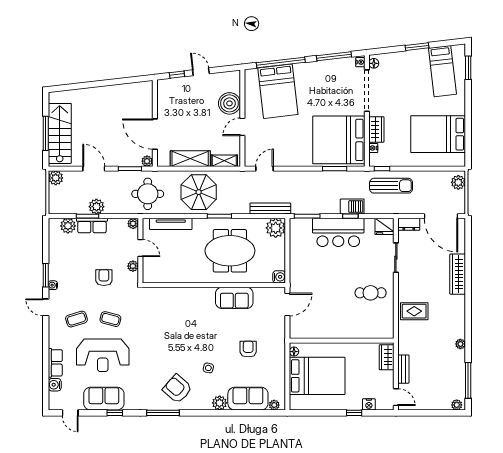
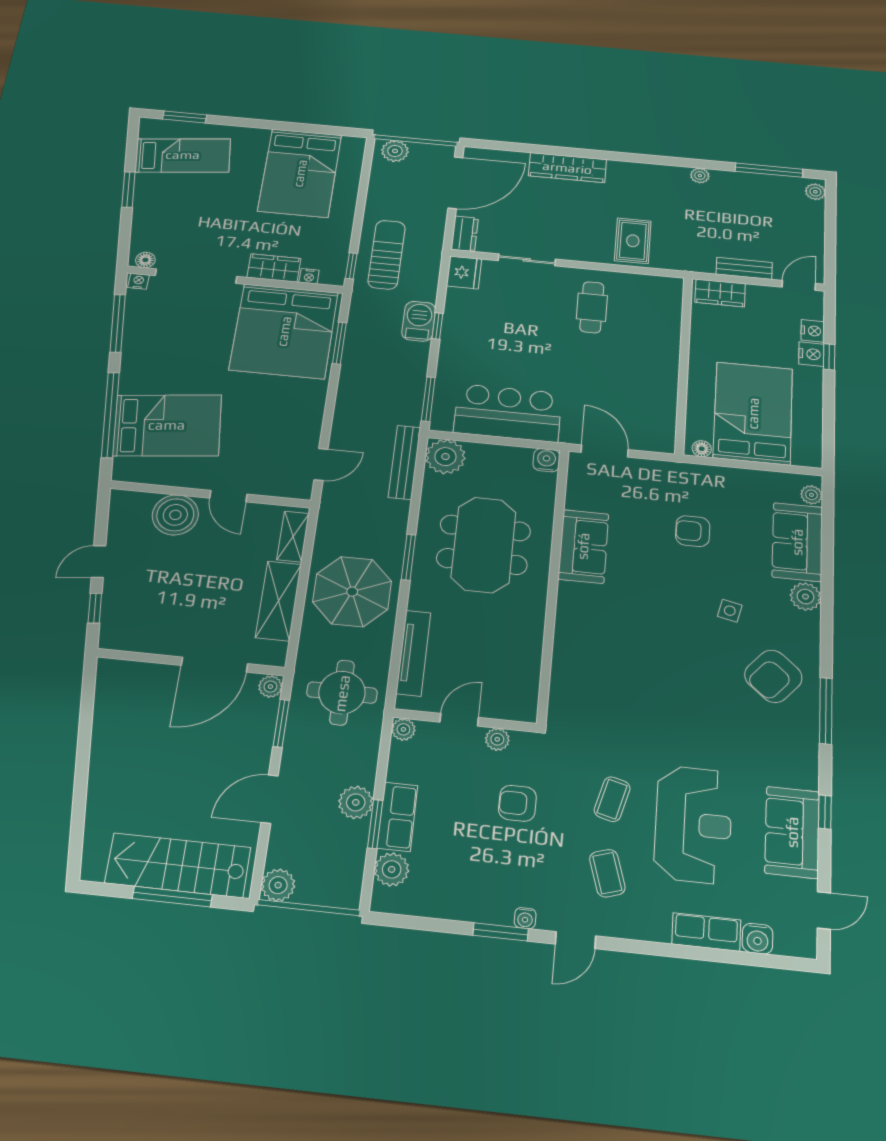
door: (265, 169) -> (321, 464), swing flipped
bar counter: (338, 232) -> (508, 413), moved, turned -90
nightstand: (355, 404) -> (811, 354), added

